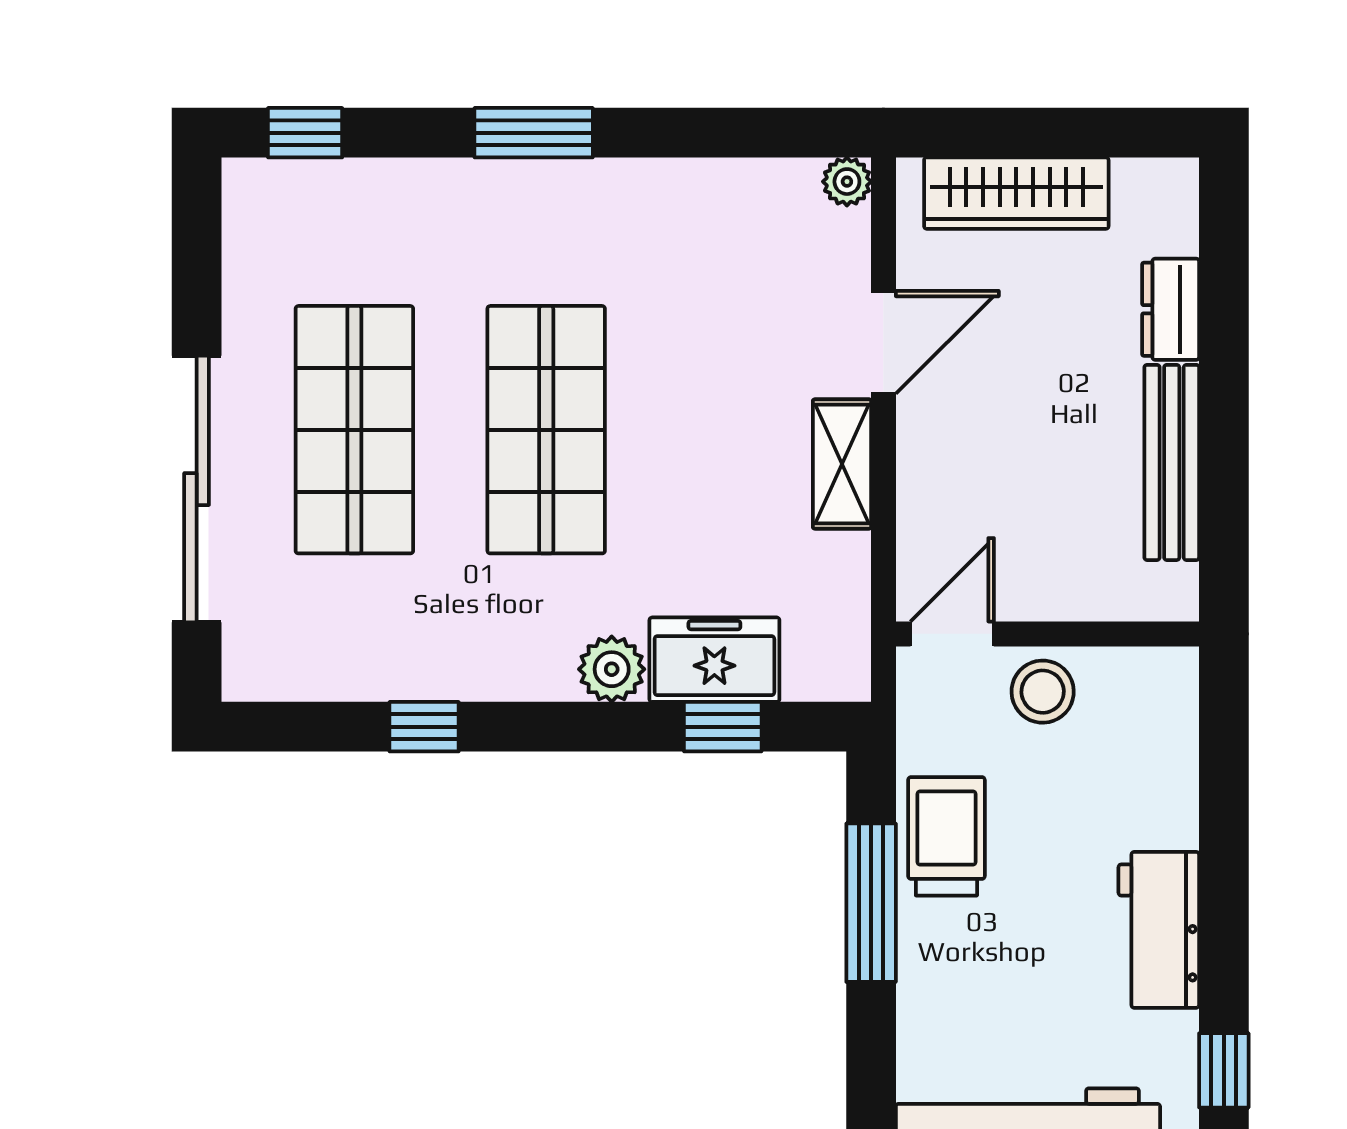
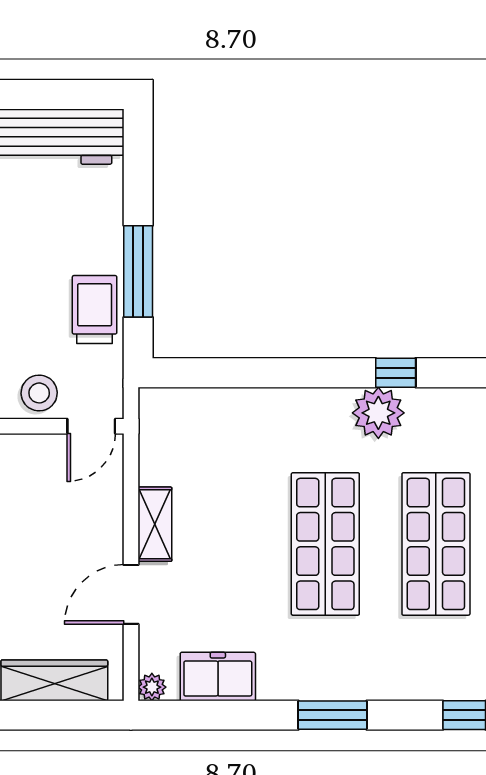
freezer: (714, 660) -> (218, 677), moved, turned 180
plant: (612, 669) -> (378, 413), moved, width x1.36, depth x1.36
window: (723, 727) -> (224, 373), removed
trolley: (946, 836) -> (95, 310), turned 180

